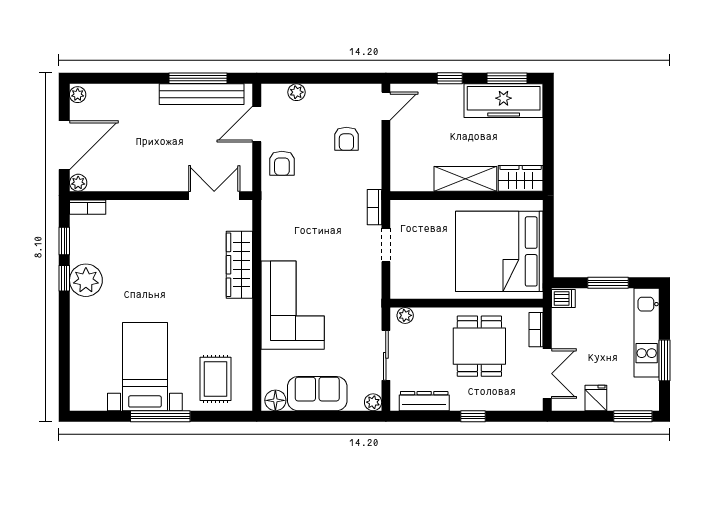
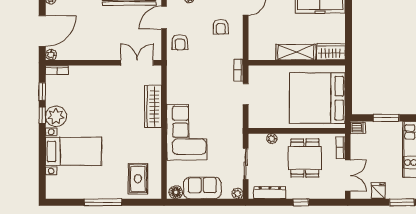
plant: (405, 315) -> (272, 139), moved
bed with nightstands: (145, 367) -> (74, 151), moved, turned 90

